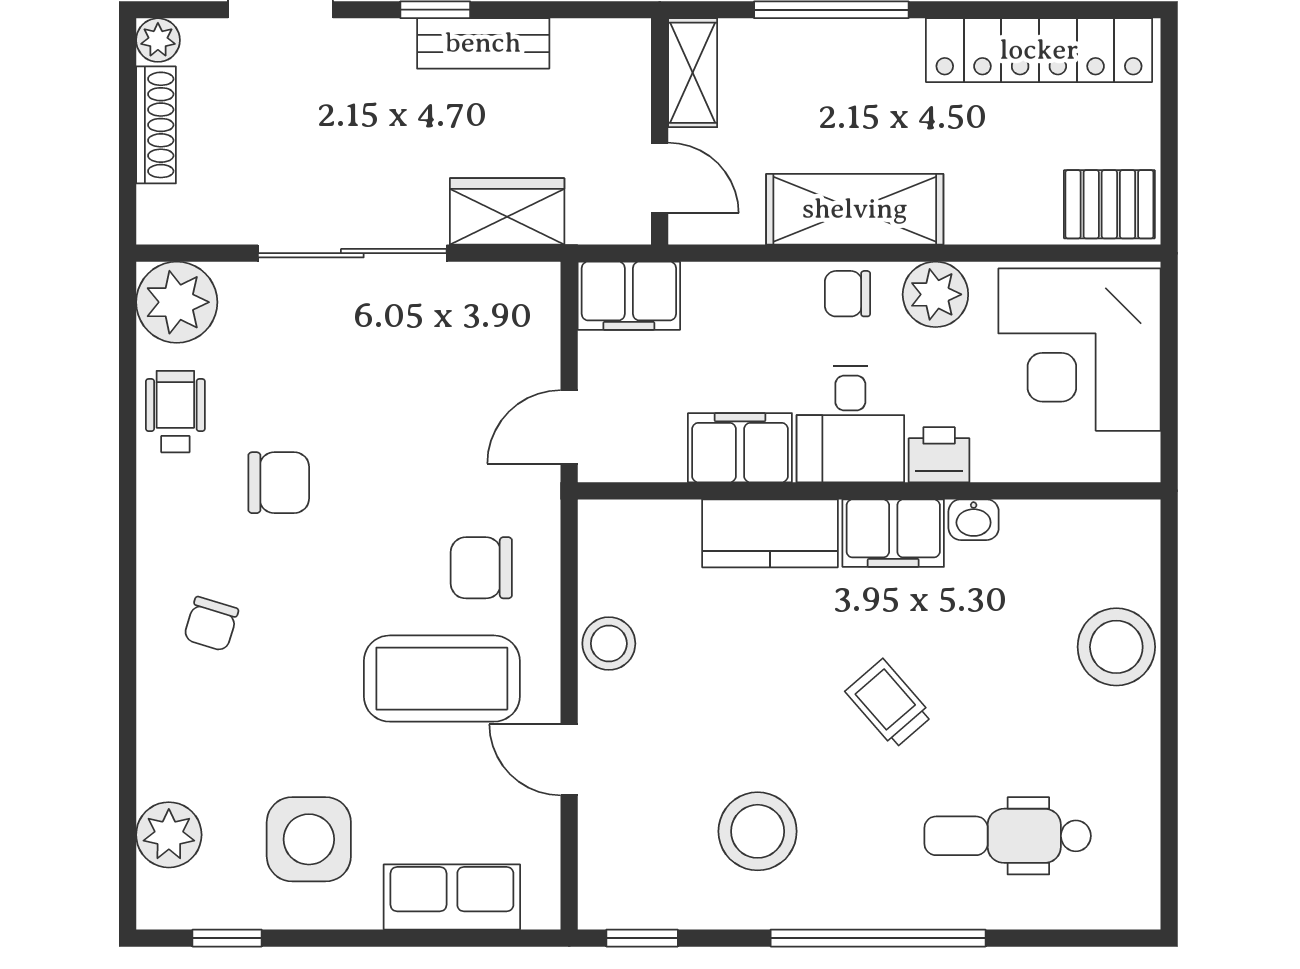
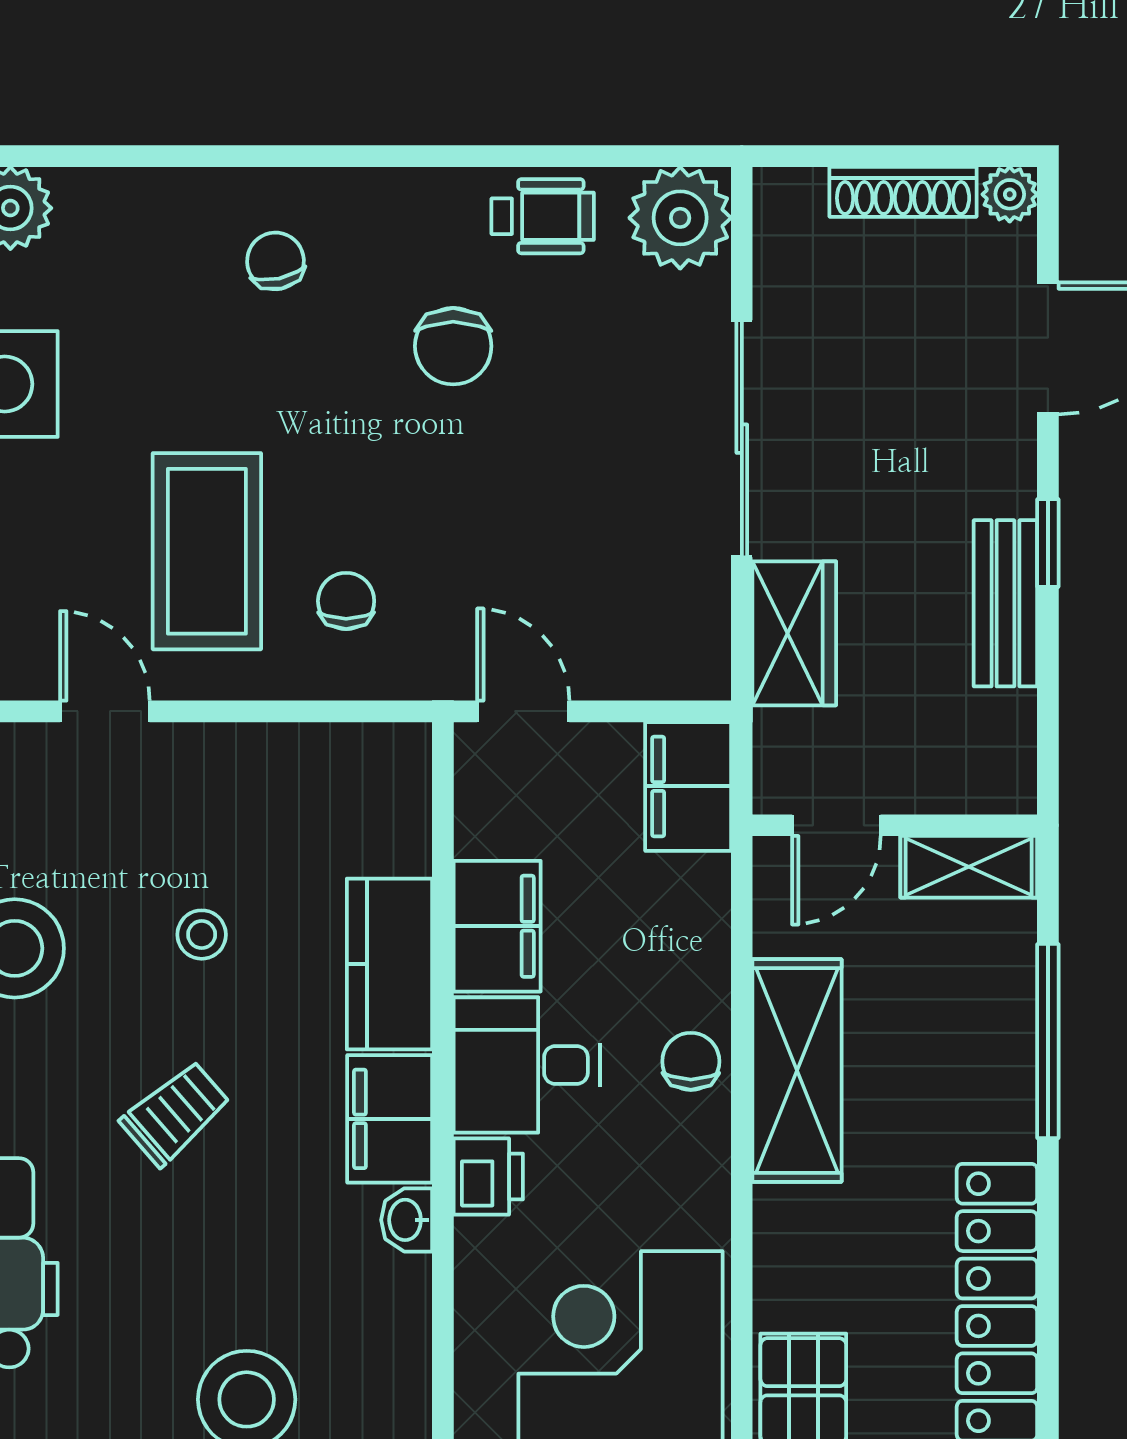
plant: (935, 294) -> (690, 1172), removed
chair: (481, 568) -> (346, 601), width x0.73, depth x0.73
chair: (211, 624) -> (275, 261), turned 61
stool: (609, 644) -> (202, 935), moved, width x0.73, depth x0.73
door: (569, 760) -> (105, 711), hinge flipped

